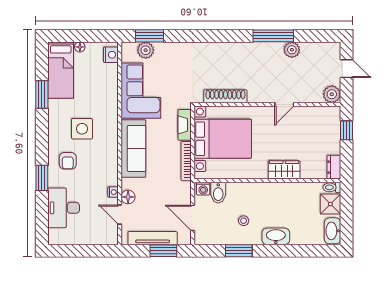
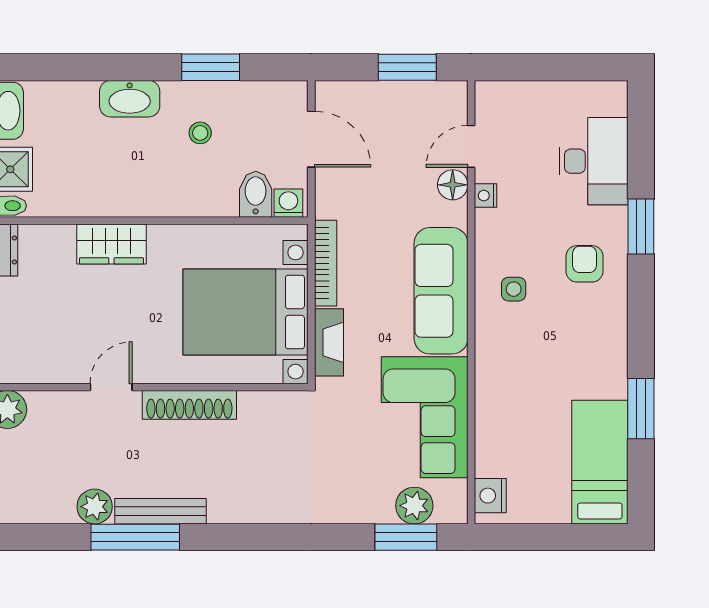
floor lamp: (80, 47) -> (558, 513), removed
bench: (262, 48) -> (161, 511), added
shoe rack: (225, 96) -> (189, 405), moved
side table: (82, 129) -> (514, 289), moved, width x0.54, depth x0.54
door: (120, 215) -> (471, 146), swing flipped
tv unit: (153, 238) -> (399, 95), removed
window: (163, 251) -> (407, 67), moved

